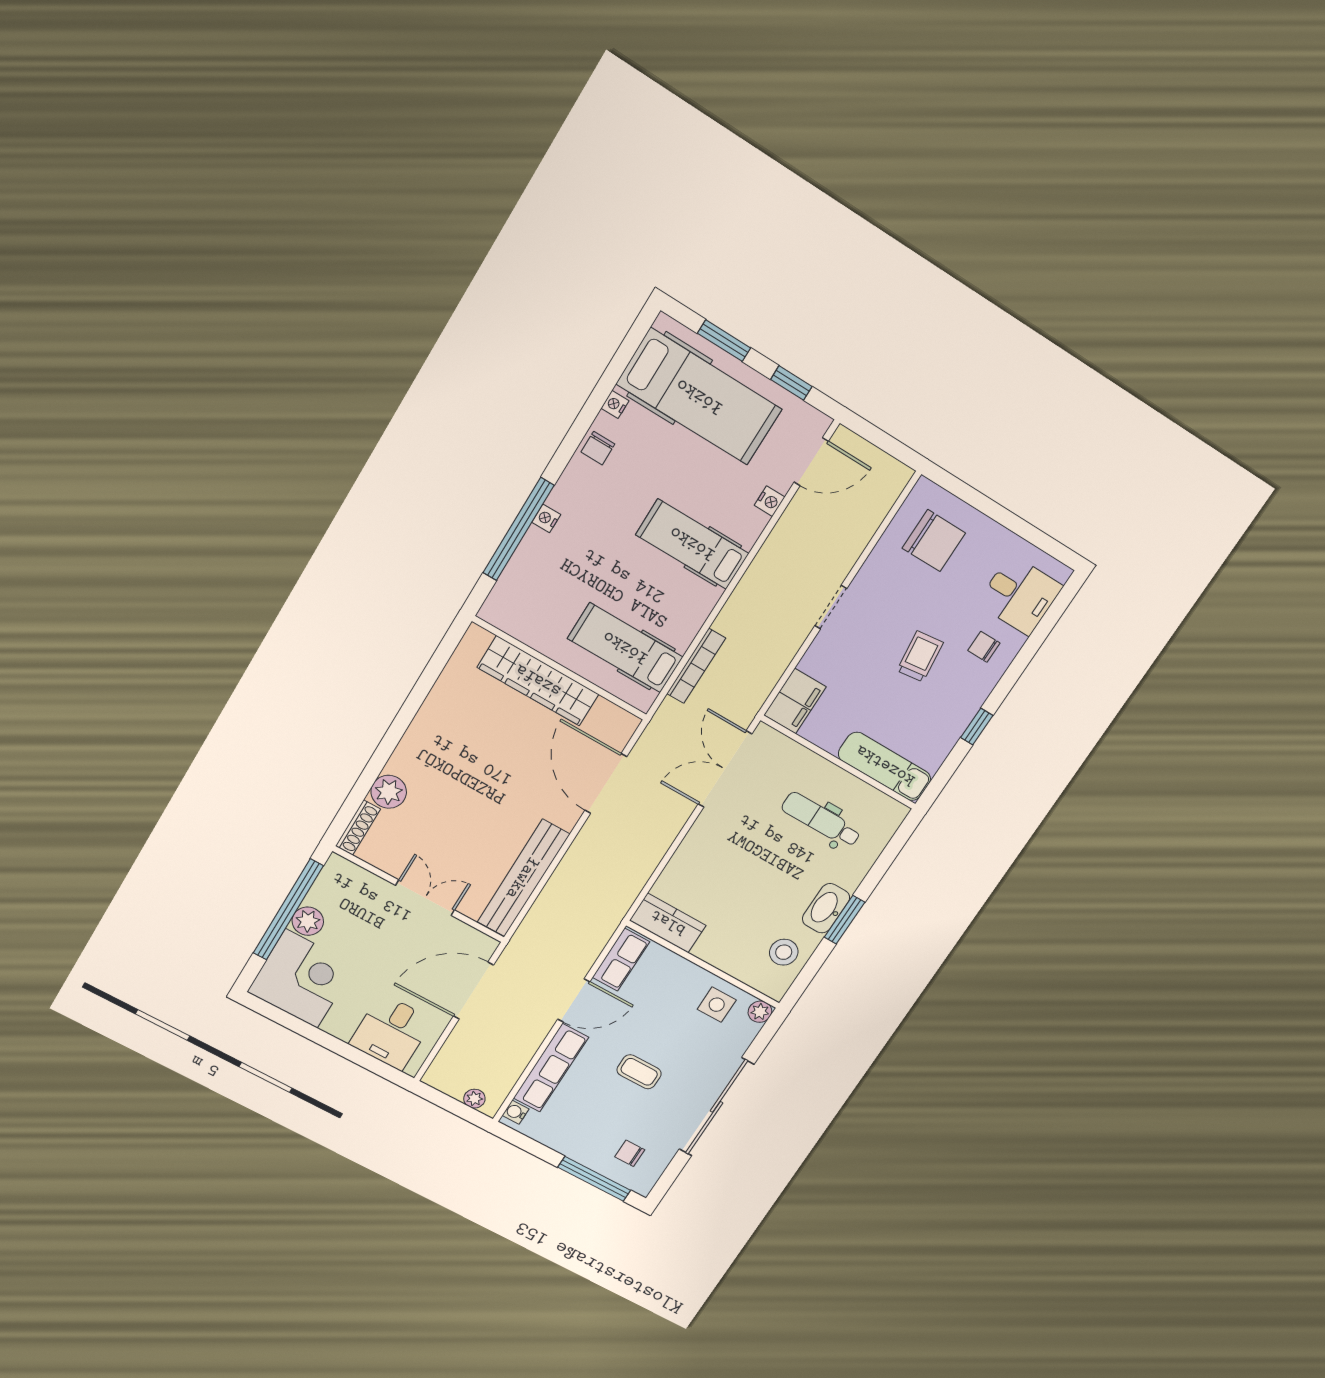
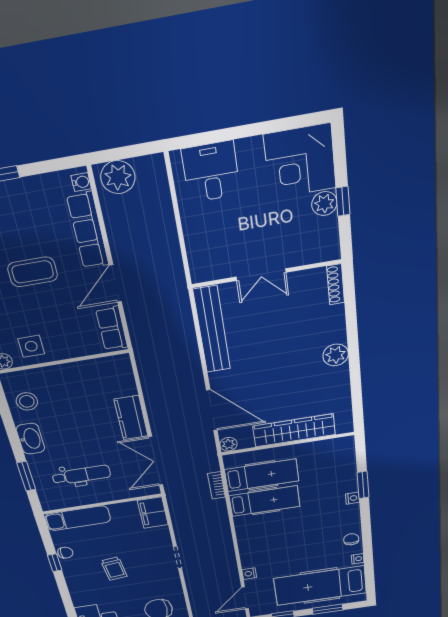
window: (519, 529) -> (363, 485), width x0.47
hospital bed: (692, 544) -> (264, 501), moved
chair: (984, 647) -> (65, 553), moved
bookcase: (696, 666) -> (216, 485), width x0.64
plant: (626, 724) -> (228, 444), added
double door: (725, 769) -> (156, 461), swing flipped
plant: (389, 792) -> (336, 355), moved
window: (288, 910) -> (343, 201), width x0.32
window: (845, 920) -> (26, 476), moved
kitchen counter: (668, 923) -> (131, 418), moved, turned 90
door: (473, 991) -> (182, 241), removed
coffee table: (639, 1072) -> (33, 272), width x1.36, depth x1.30
plant: (474, 1099) -> (118, 177), width x1.88, depth x1.88

